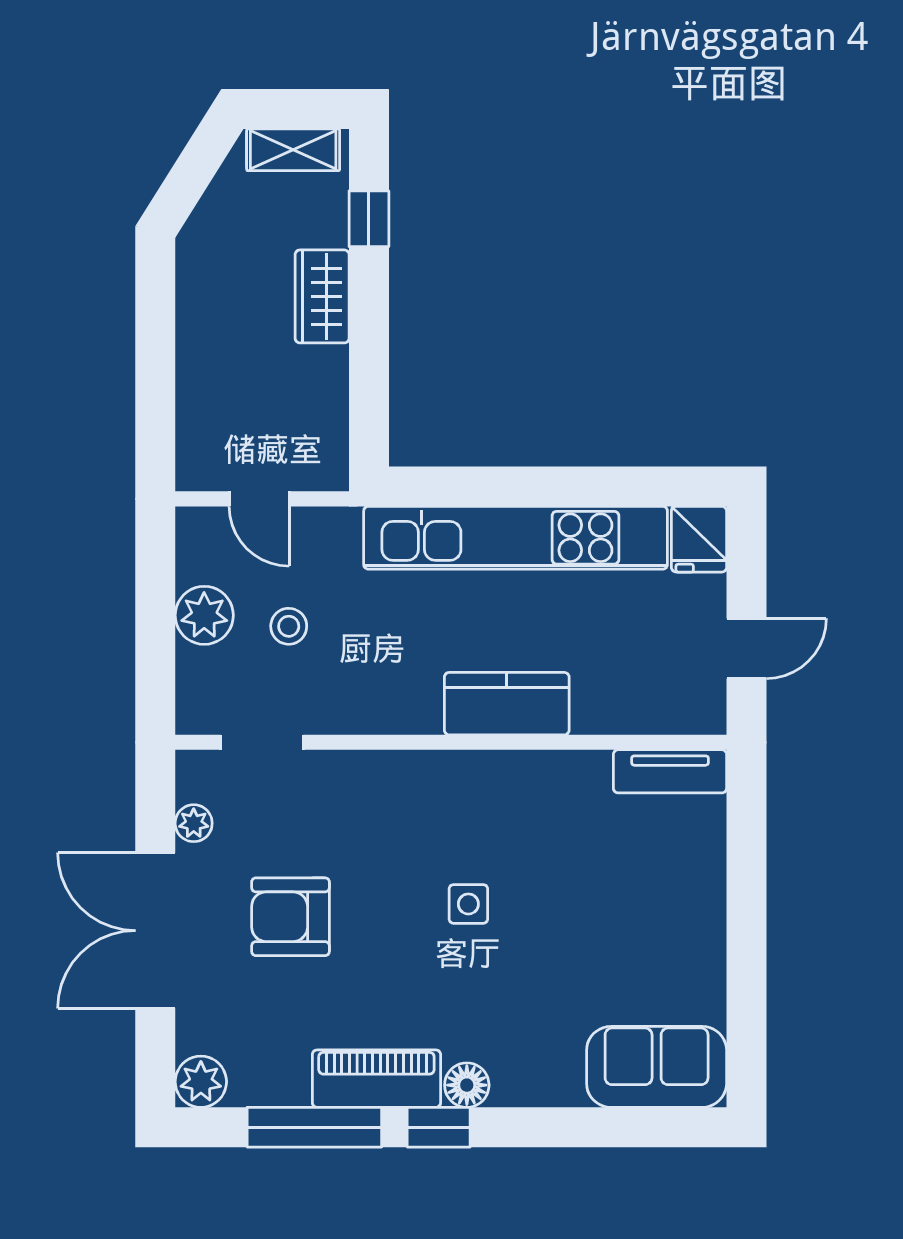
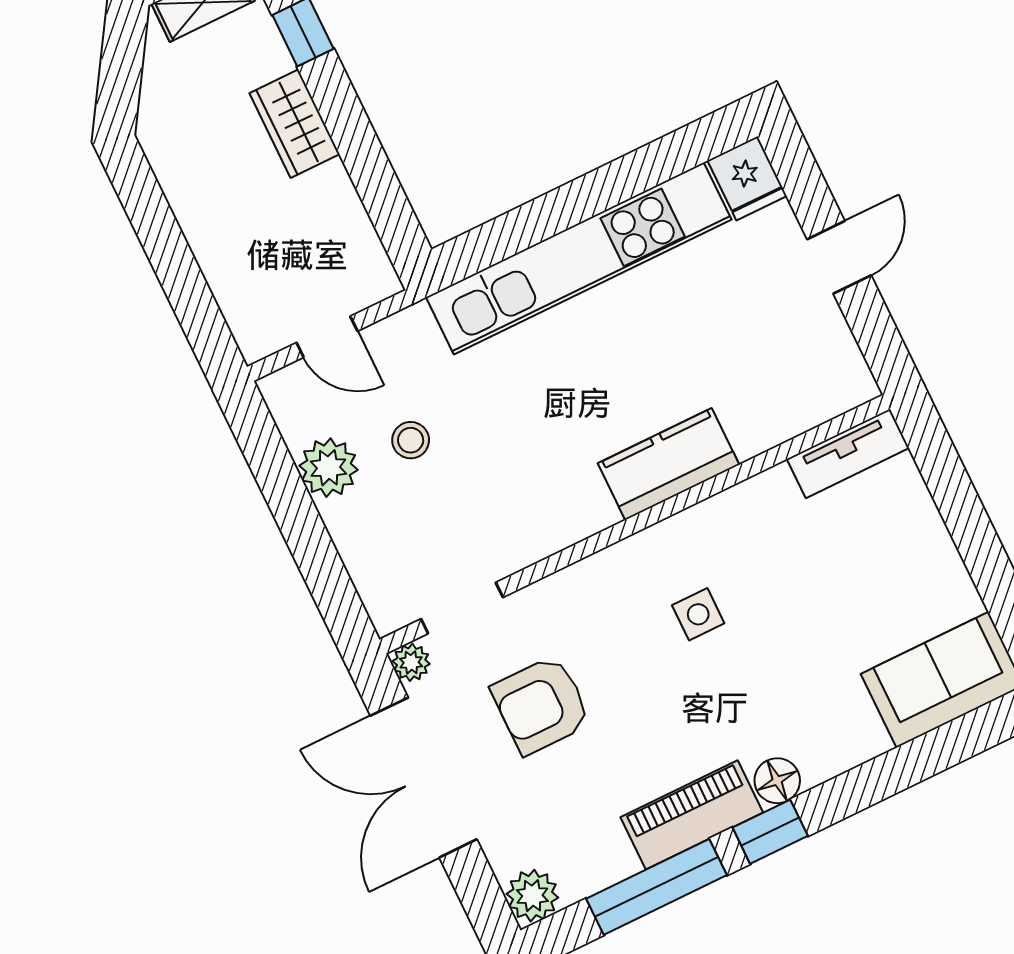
kitchen counter: (507, 704) -> (669, 464), moved
doorway: (262, 742) -> (462, 608), moved
wall: (451, 742) -> (635, 524), moved
tv unit: (670, 771) -> (848, 453), moved

